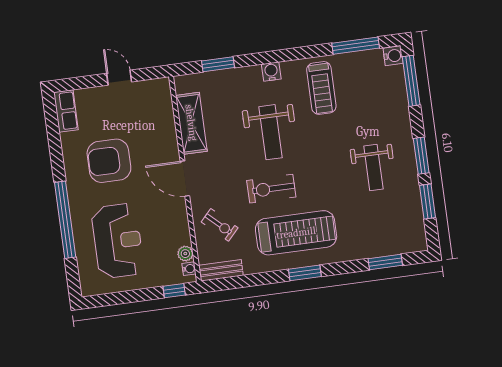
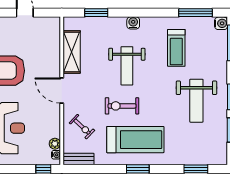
treadmill: (321, 88) -> (176, 48), moved
weight bench: (373, 167) -> (196, 101), width x1.36, depth x1.33

